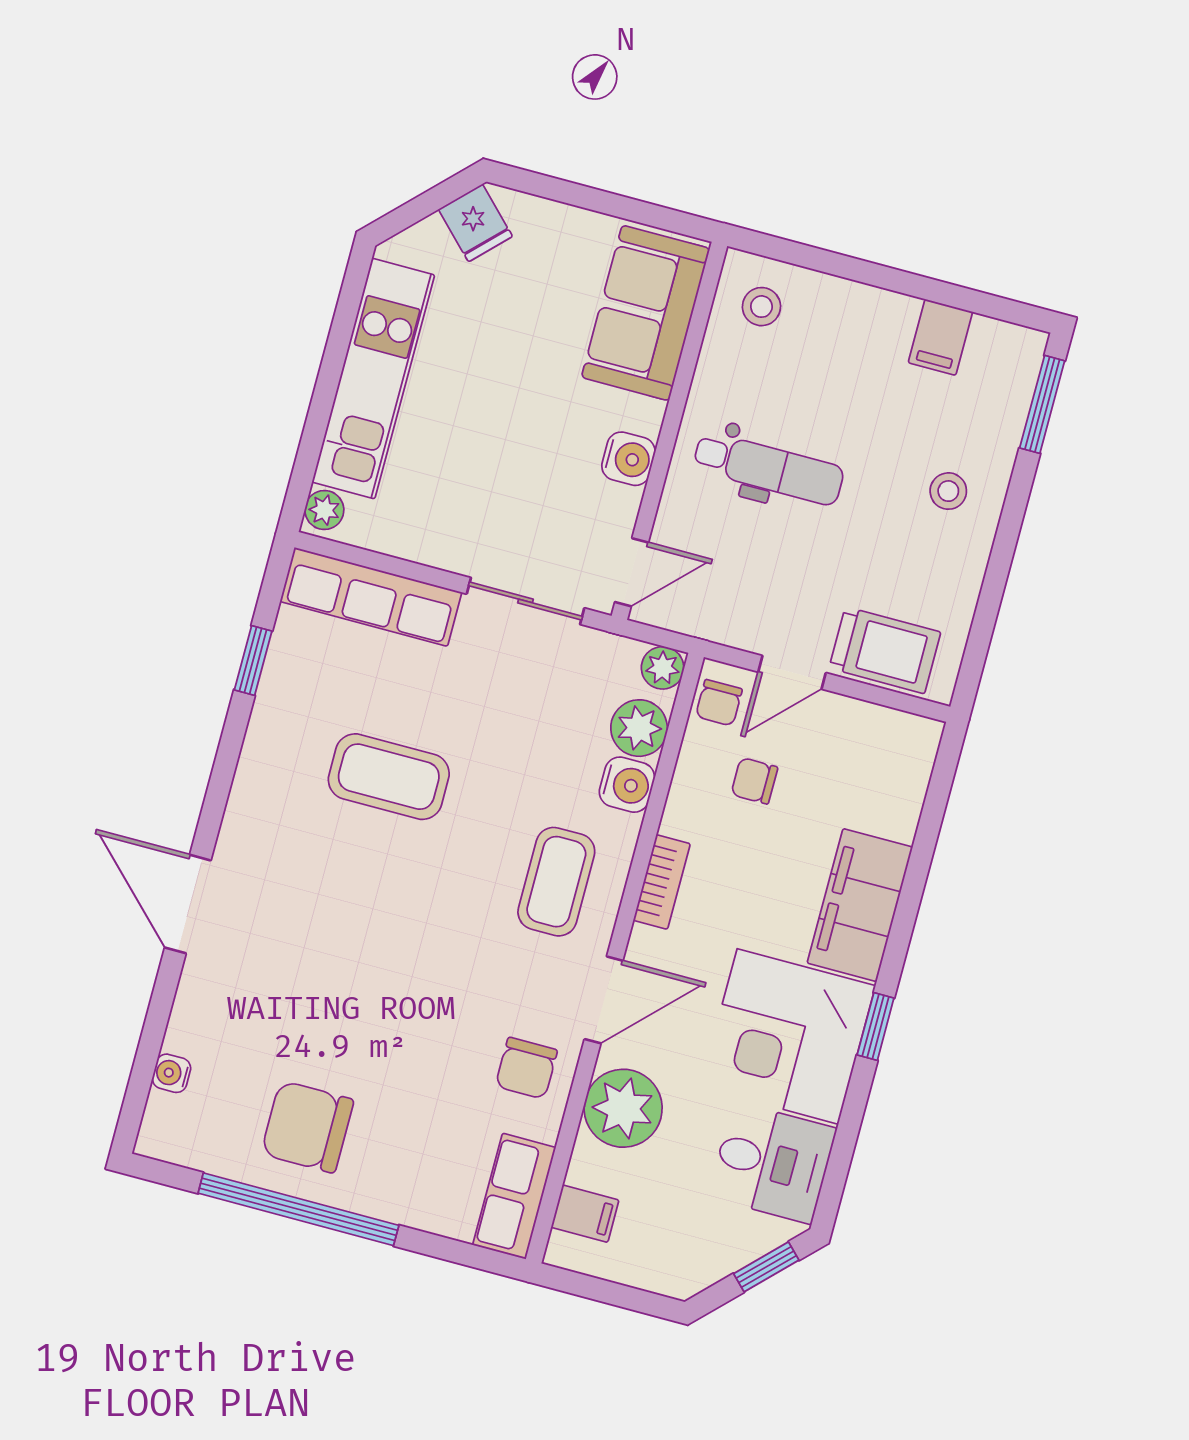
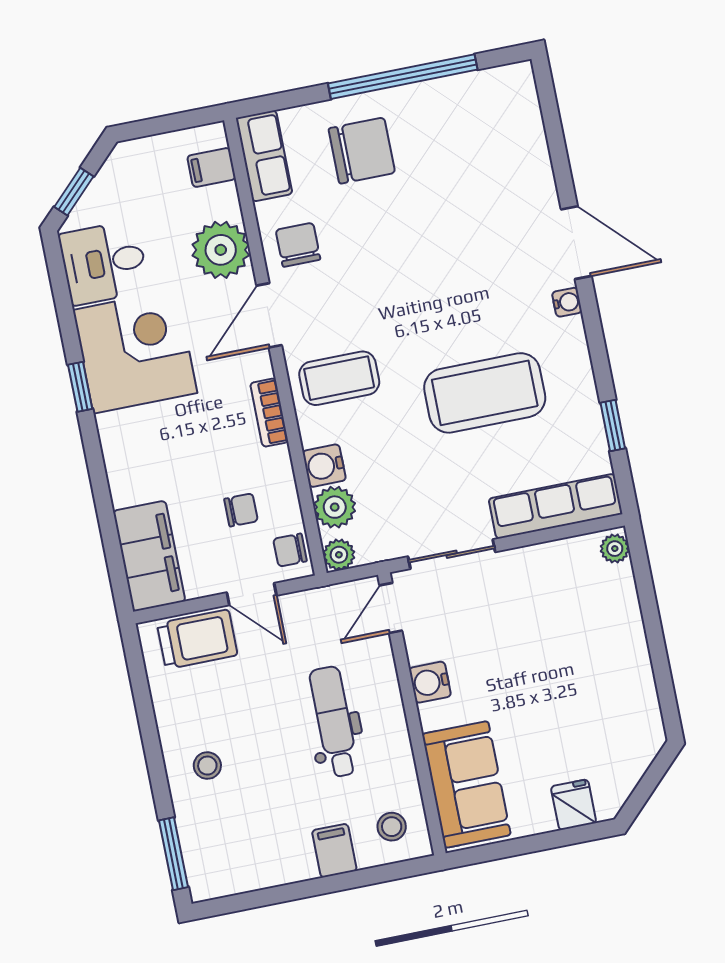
fridge: (475, 223) -> (574, 805), moved, turned 45
filing cabinet: (940, 337) -> (334, 851), moved
kitchen unit: (373, 379) -> (625, 652), removed
dental chair: (769, 468) -> (334, 722), turned 90
trolley: (885, 650) -> (197, 639), turned 180
door: (792, 672) -> (252, 594), swing flipped
chair: (719, 703) -> (290, 550), turned -90
coffee table: (389, 777) -> (485, 393), width x1.36, depth x1.32
coffee table: (556, 882) -> (339, 378), turned 90
filing cabinet: (860, 905) -> (149, 556), moved
water cooler: (171, 1073) -> (567, 302), moved
chair: (307, 1127) -> (362, 151), moved

